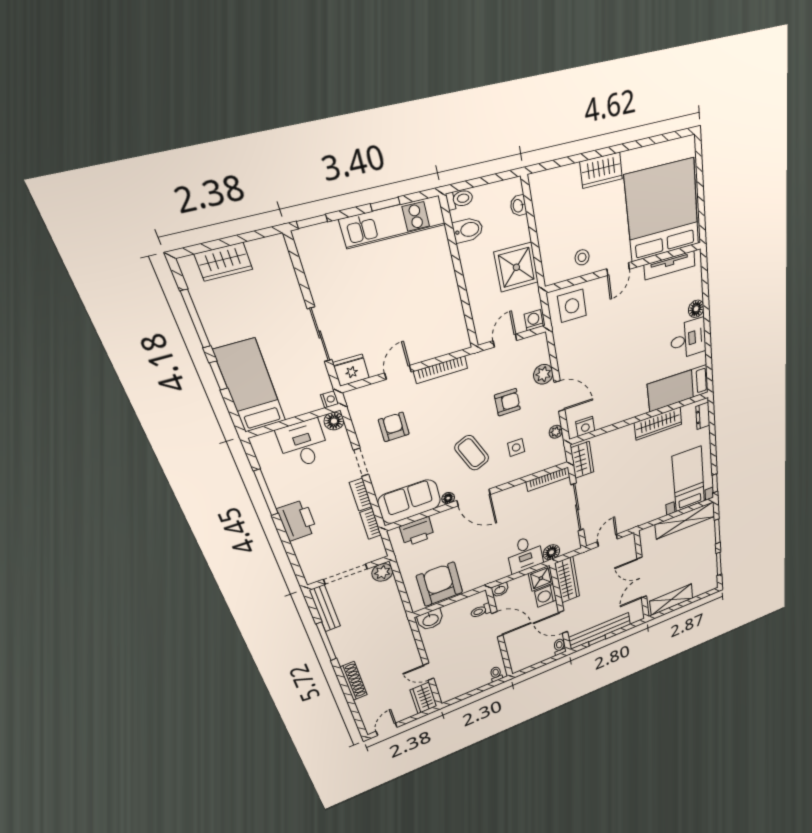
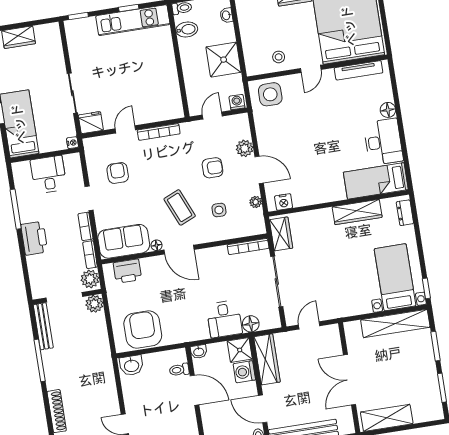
desk: (688, 339) -> (383, 142), width x1.37
floor lamp: (334, 421) -> (73, 160), removed
plant: (374, 549) -> (90, 279), added

